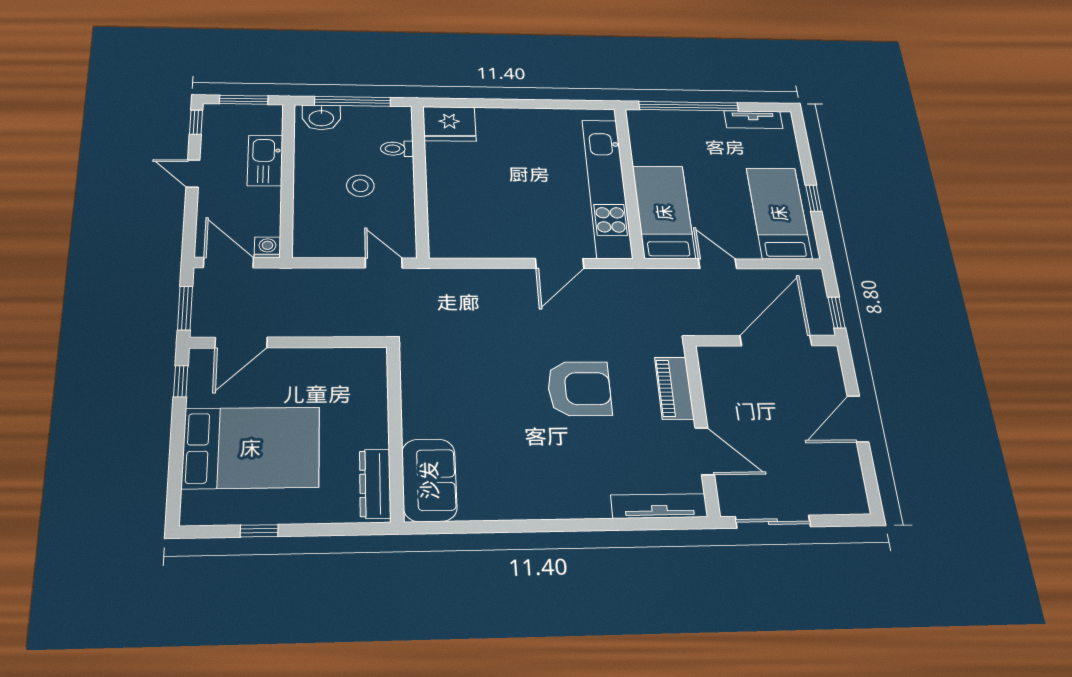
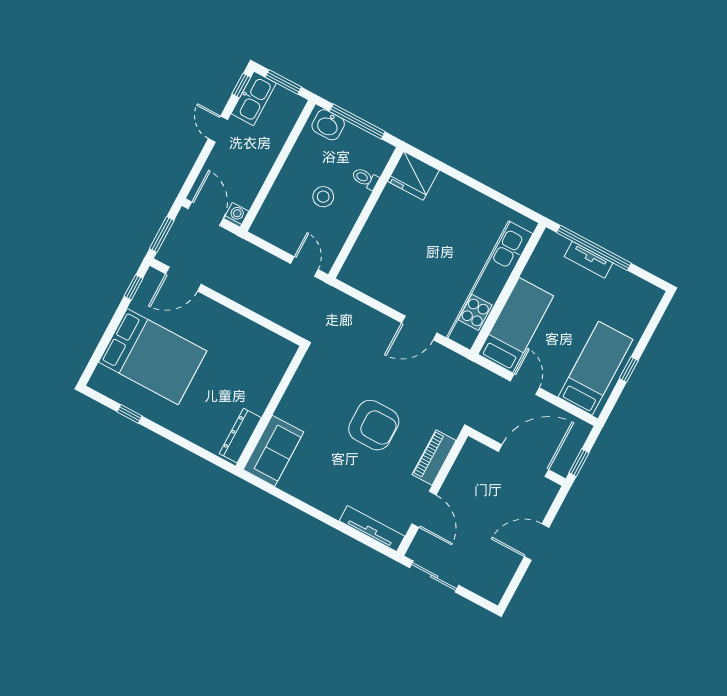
tv unit: (753, 120) -> (588, 260), moved
kitchen sink: (265, 161) -> (254, 98), moved, turned 180
wall: (395, 432) -> (271, 408), moved
sofa: (429, 480) -> (273, 451), moved
dresser: (375, 484) -> (240, 436), moved

